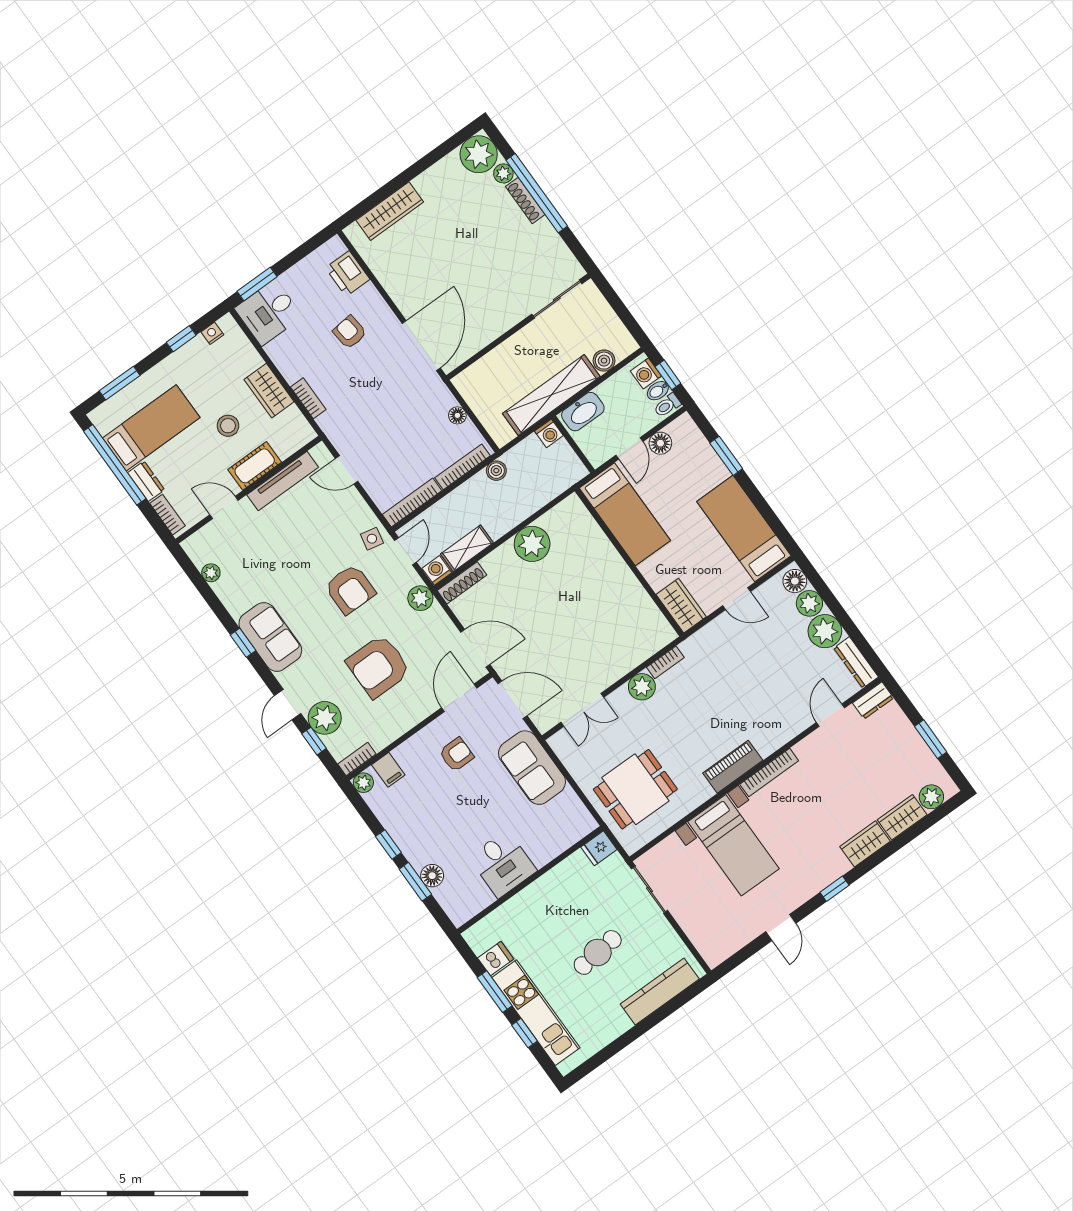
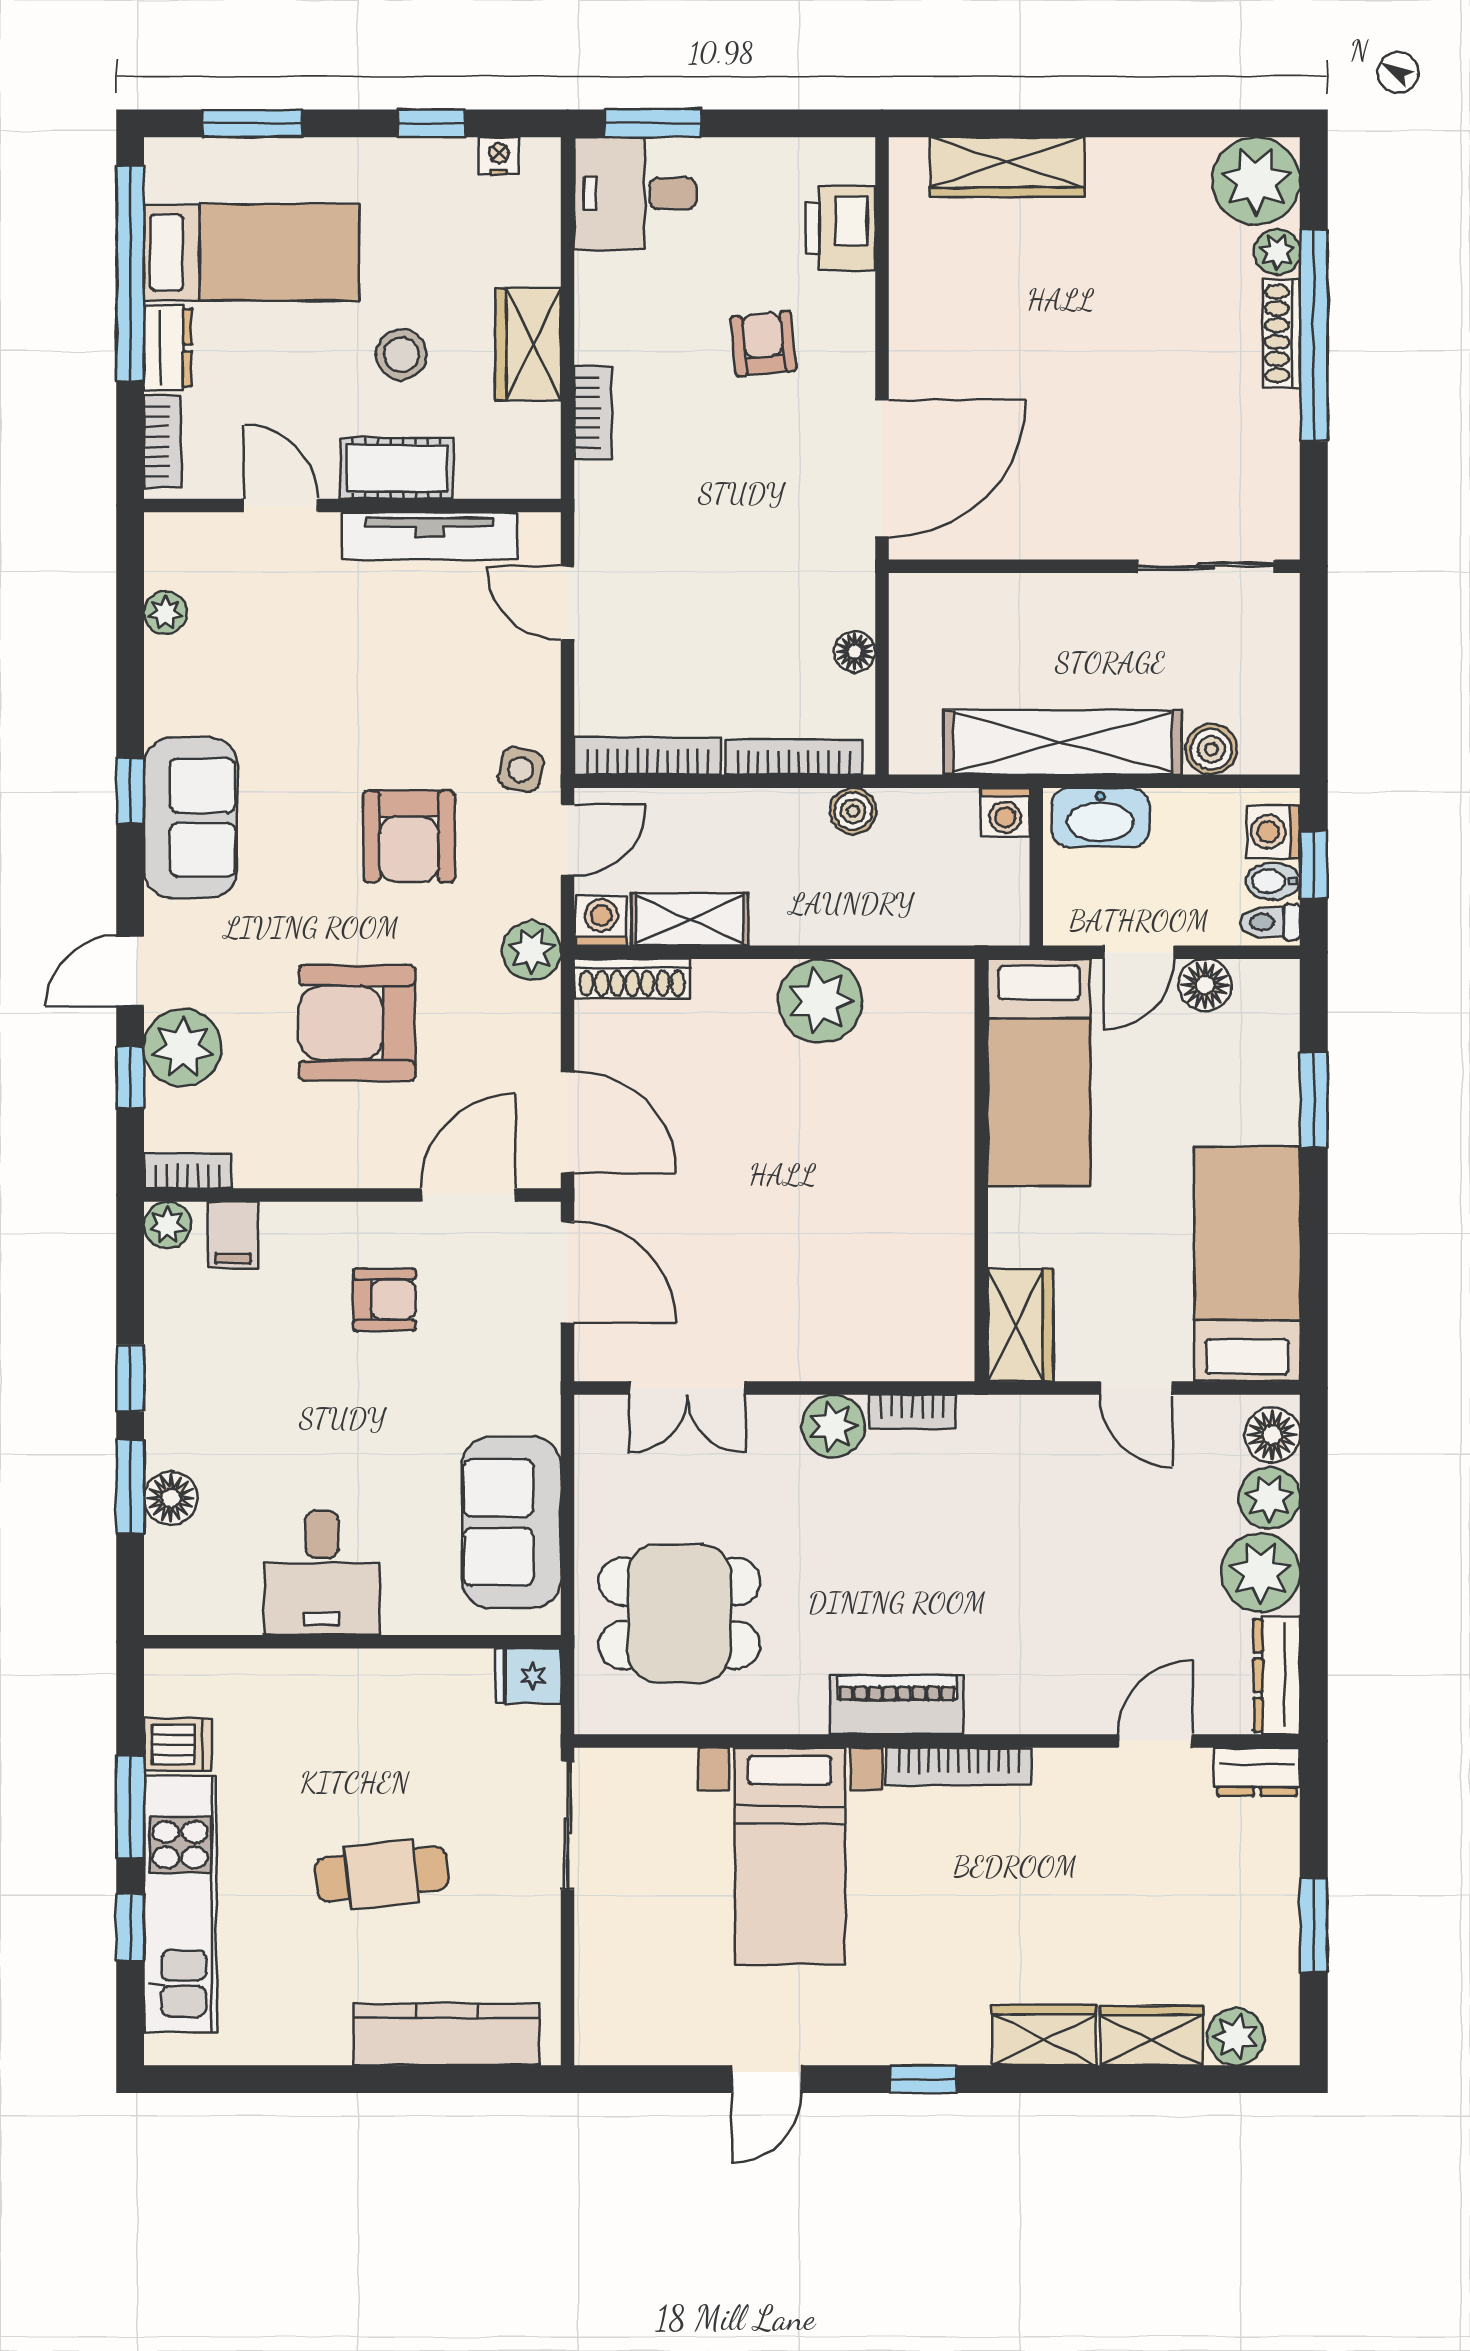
sofa: (532, 768) -> (511, 1522), moved

